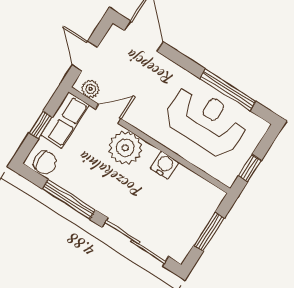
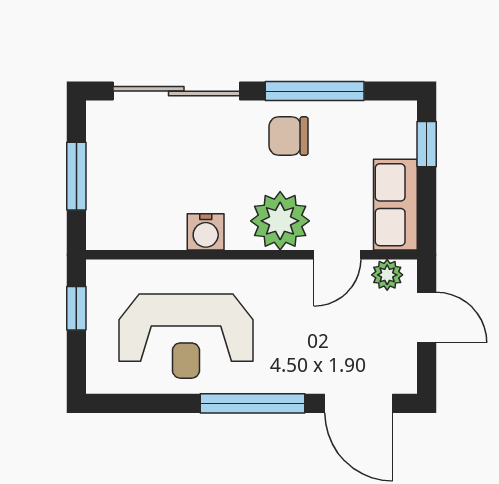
window: (228, 90) -> (252, 403), moved
window: (41, 125) -> (427, 144), moved
chair: (45, 162) -> (289, 136), moved

